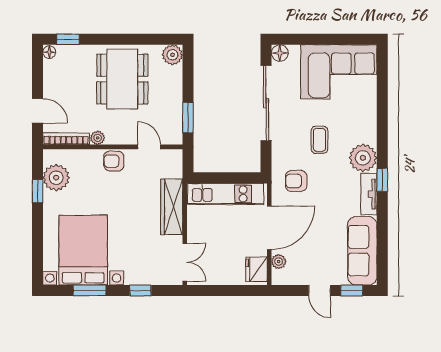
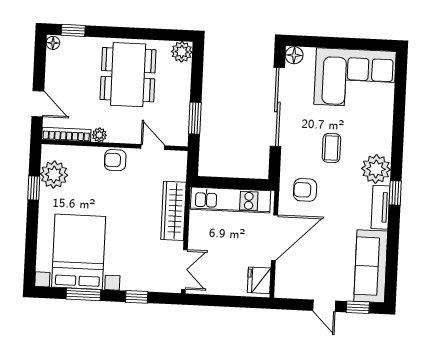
plant: (279, 262) -> (283, 273), removed

